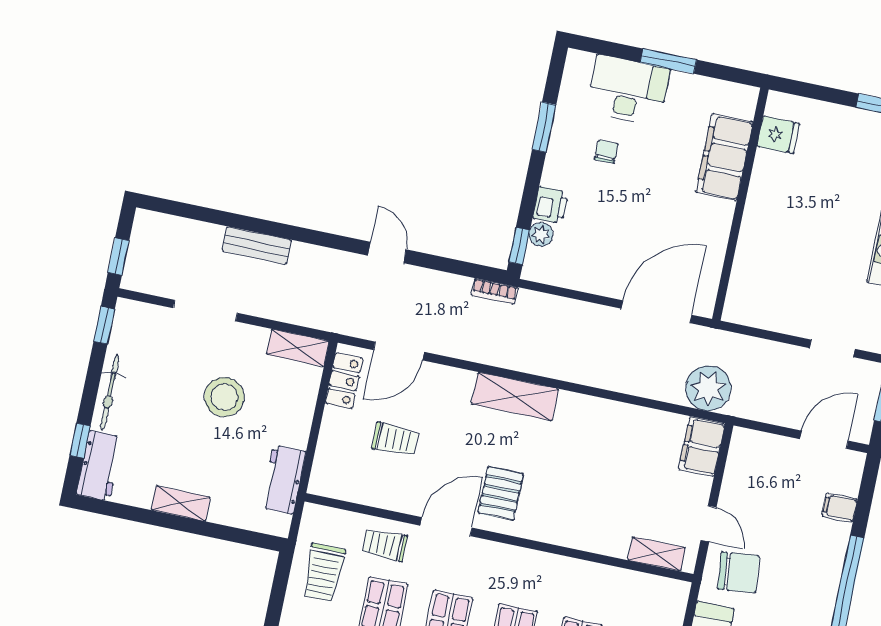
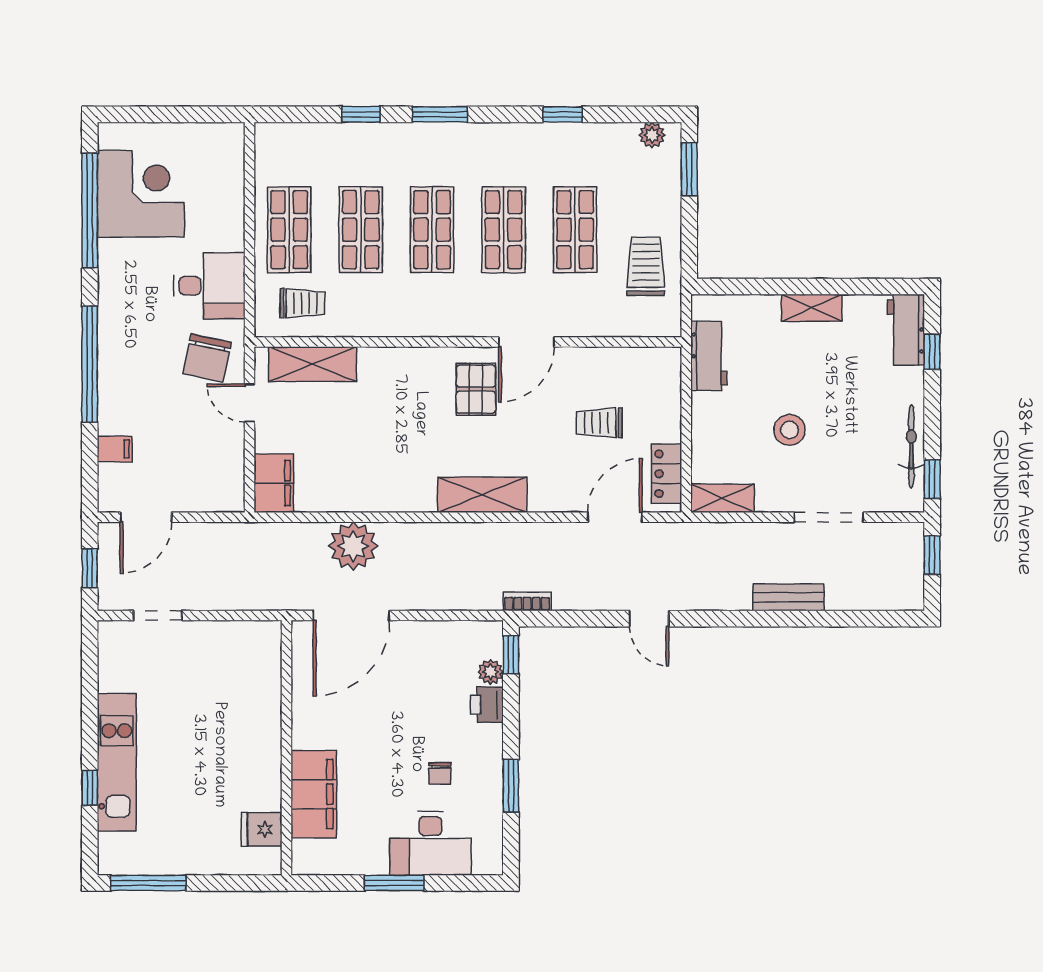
plant: (708, 388) -> (353, 546), moved
bicycle: (110, 393) -> (911, 446), moved
stool: (224, 397) -> (789, 430), width x0.73, depth x0.73
trolley: (385, 545) -> (302, 303), moved
shelving: (656, 554) -> (313, 364), width x1.50, depth x1.33
chair: (738, 572) -> (207, 358), turned -72

